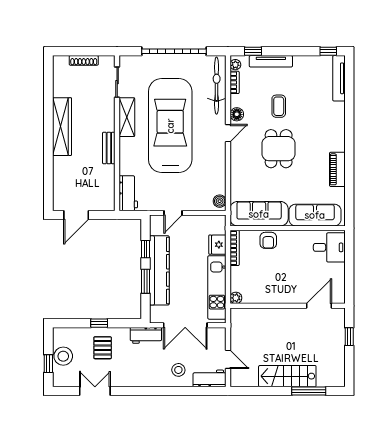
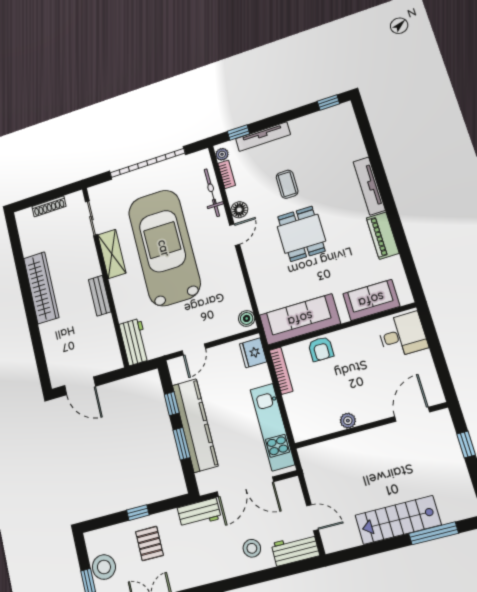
tv unit: (339, 78) -> (369, 186), moved
bicycle: (217, 86) -> (212, 193), width x0.73, depth x0.71
door: (76, 215) -> (80, 386), hinge flipped
sofa: (315, 215) -> (371, 300), width x0.73
fridge: (217, 245) -> (253, 353), moved
plant: (236, 298) -> (348, 421), moved

